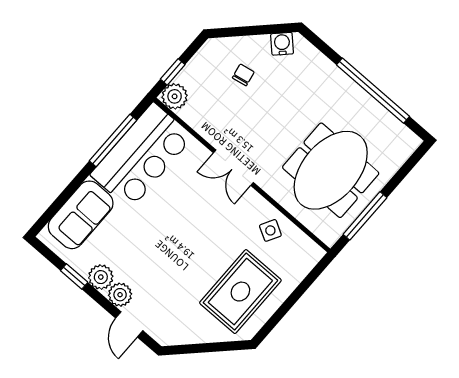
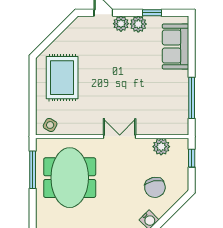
chair: (243, 75) -> (155, 187), width x1.87, depth x1.87
plant: (175, 96) -> (161, 147), moved
bar counter: (142, 156) -> (171, 103), removed
side table: (270, 230) -> (50, 125), moved

